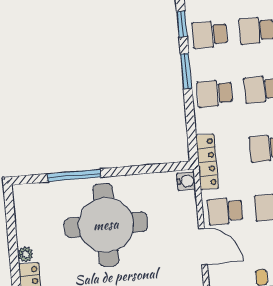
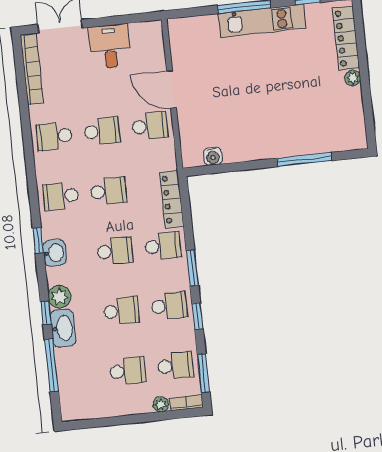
locker: (207, 162) -> (172, 199), moved
water cooler: (186, 181) -> (213, 156), moved, turned -90
round table: (106, 225) -> (271, 110), removed

